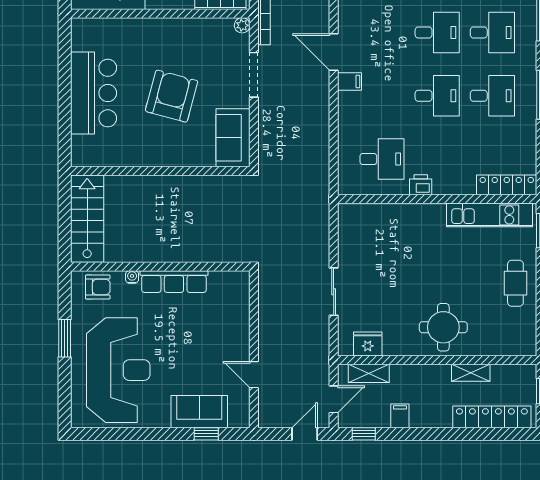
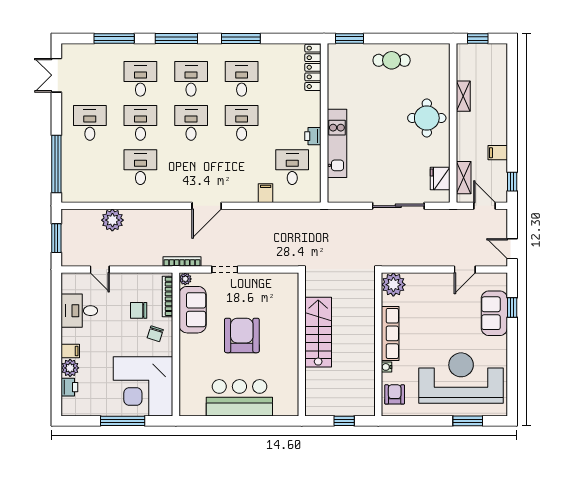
doorway: (254, 75) -> (225, 270), width x0.73
filing cabinet: (350, 81) -> (266, 193), moved
armchair: (172, 96) -> (242, 335), turned 75
sofa: (233, 138) -> (193, 310), moved, turned -90
kitchen unit: (490, 215) -> (337, 143), moved
stairs: (87, 219) -> (318, 332), moved, turned 90
window: (65, 224) -> (344, 421), added
plant: (235, 286) -> (393, 285), added
sliding door: (334, 292) -> (398, 206), width x1.37
window: (65, 338) -> (468, 421), moved
locker: (492, 417) -> (498, 79), removed
door: (305, 434) -> (512, 249), moved

